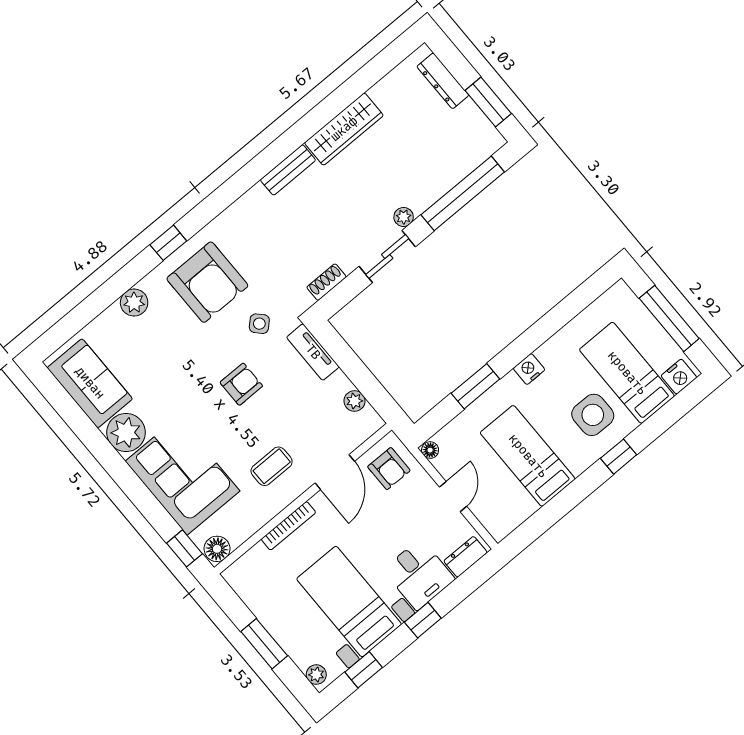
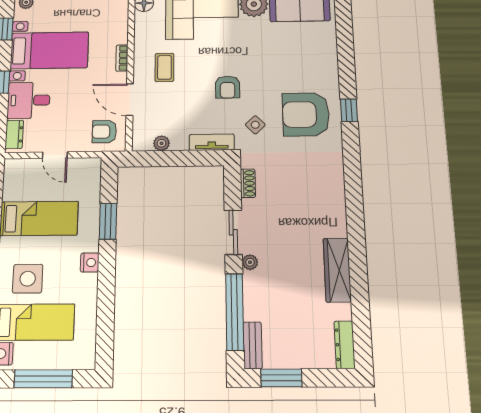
dresser: (443, 81) -> (345, 345), moved, turned -90
bench: (288, 170) -> (253, 345), moved
plant: (134, 303) -> (328, 64), removed
floor lamp: (430, 450) -> (94, 164), removed
bookcase: (288, 526) -> (122, 58), width x0.64

